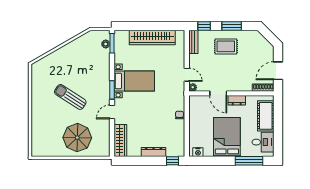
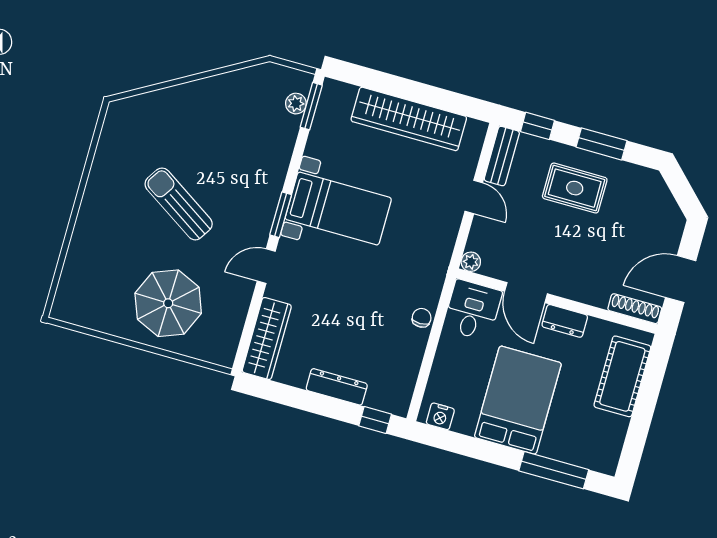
door: (187, 75) -> (474, 197), moved
desk: (263, 142) -> (473, 310), moved, turned -90

